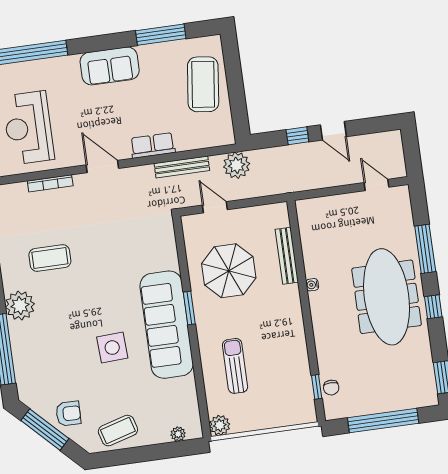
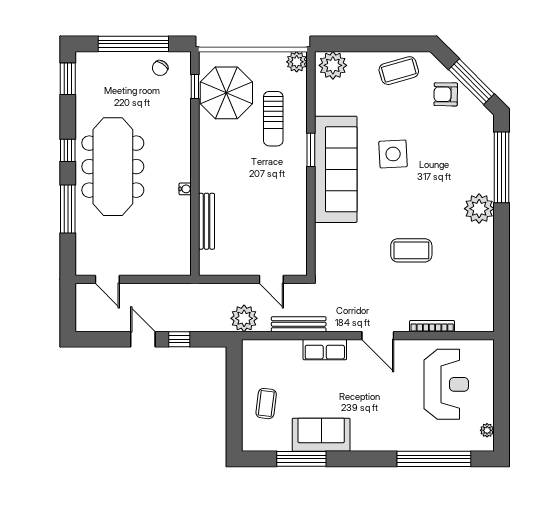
sofa: (110, 66) -> (321, 435), moved
coffee table: (203, 84) -> (266, 404), width x0.54, depth x0.58
coffee table: (50, 258) -> (411, 250), moved
parasol: (229, 271) -> (226, 93), moved
window: (189, 308) -> (311, 150), moved
chair: (331, 388) -> (160, 68), moved, turned -147
plant: (178, 434) -> (333, 65), width x1.88, depth x1.88

